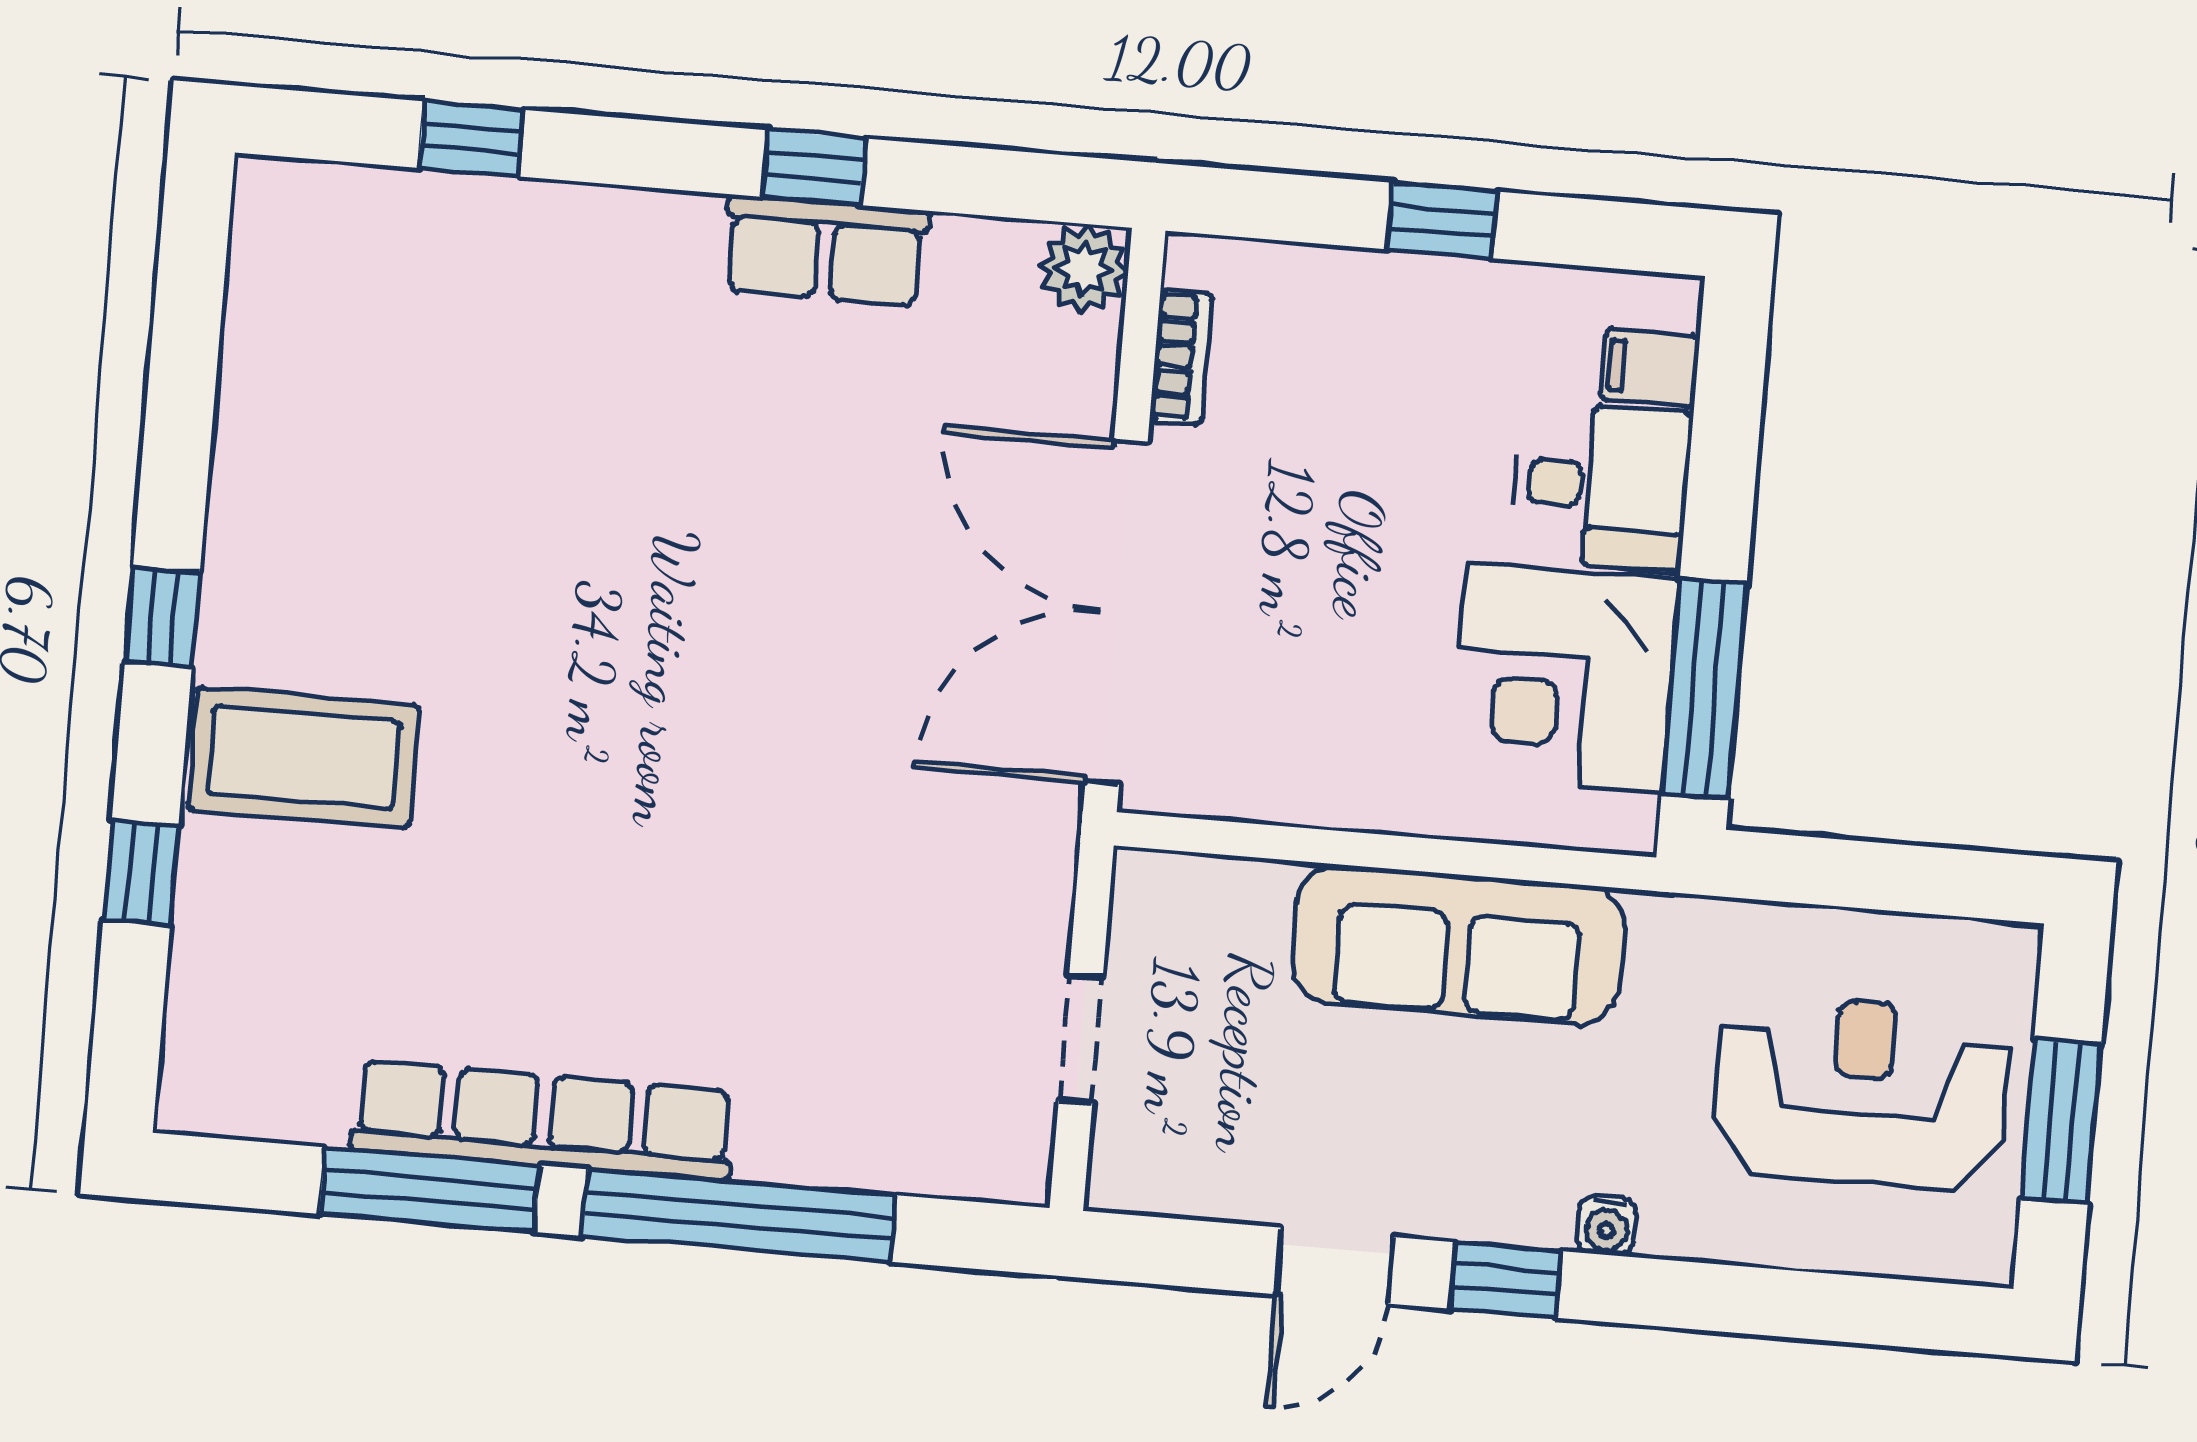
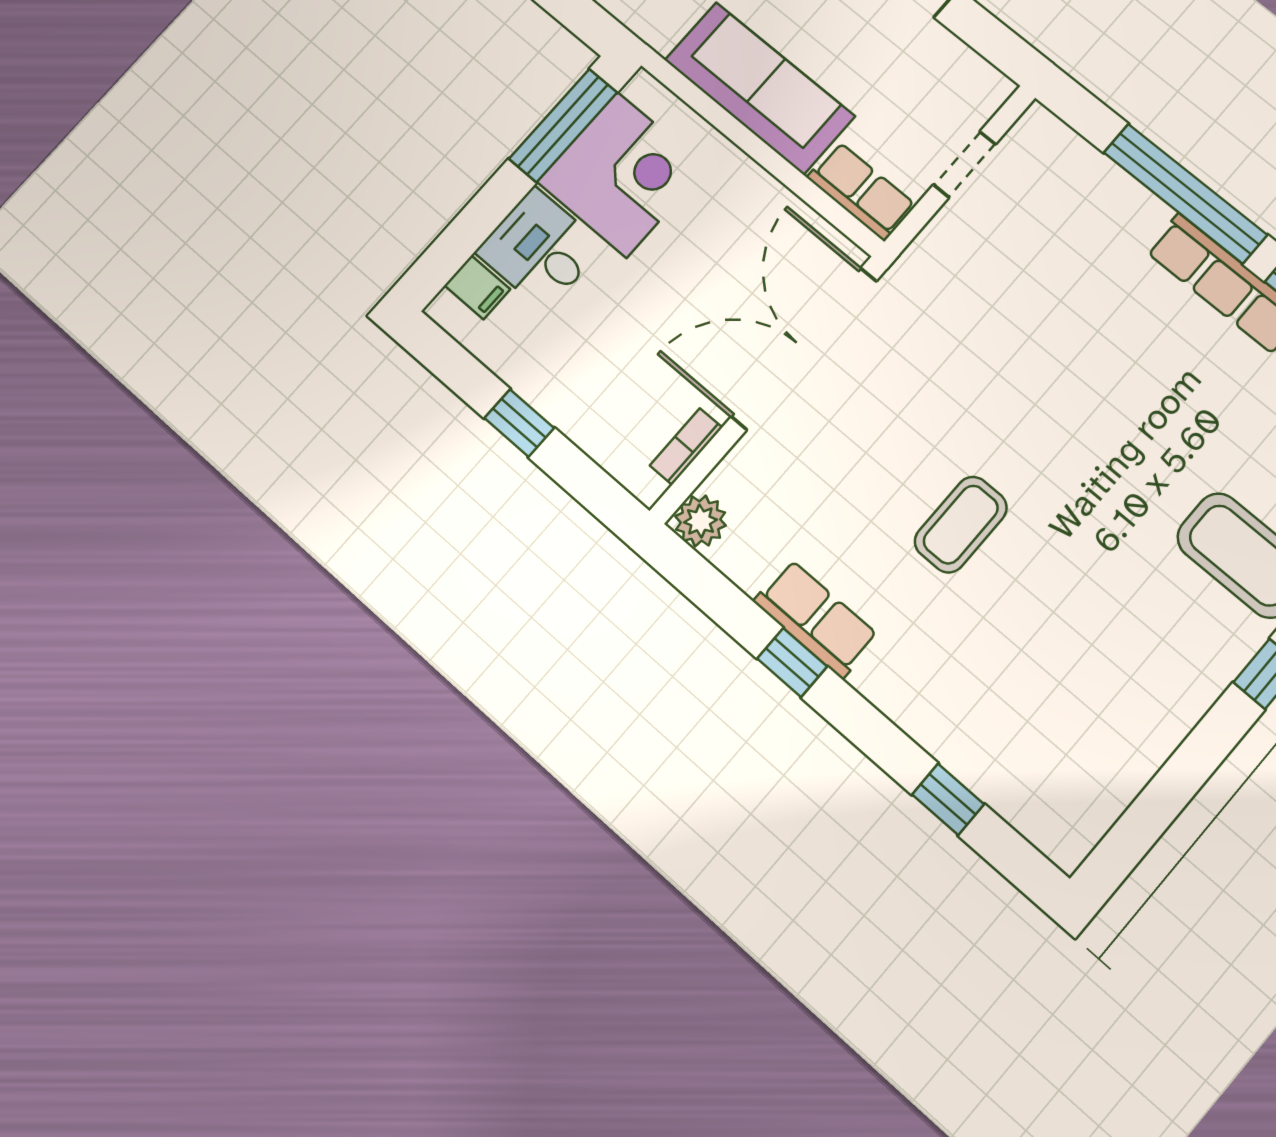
coffee table: (720, 523) -> (961, 525), added
double door: (1117, 613) -> (804, 349), swing flipped
row of seats: (1200, 896) -> (861, 191), added

